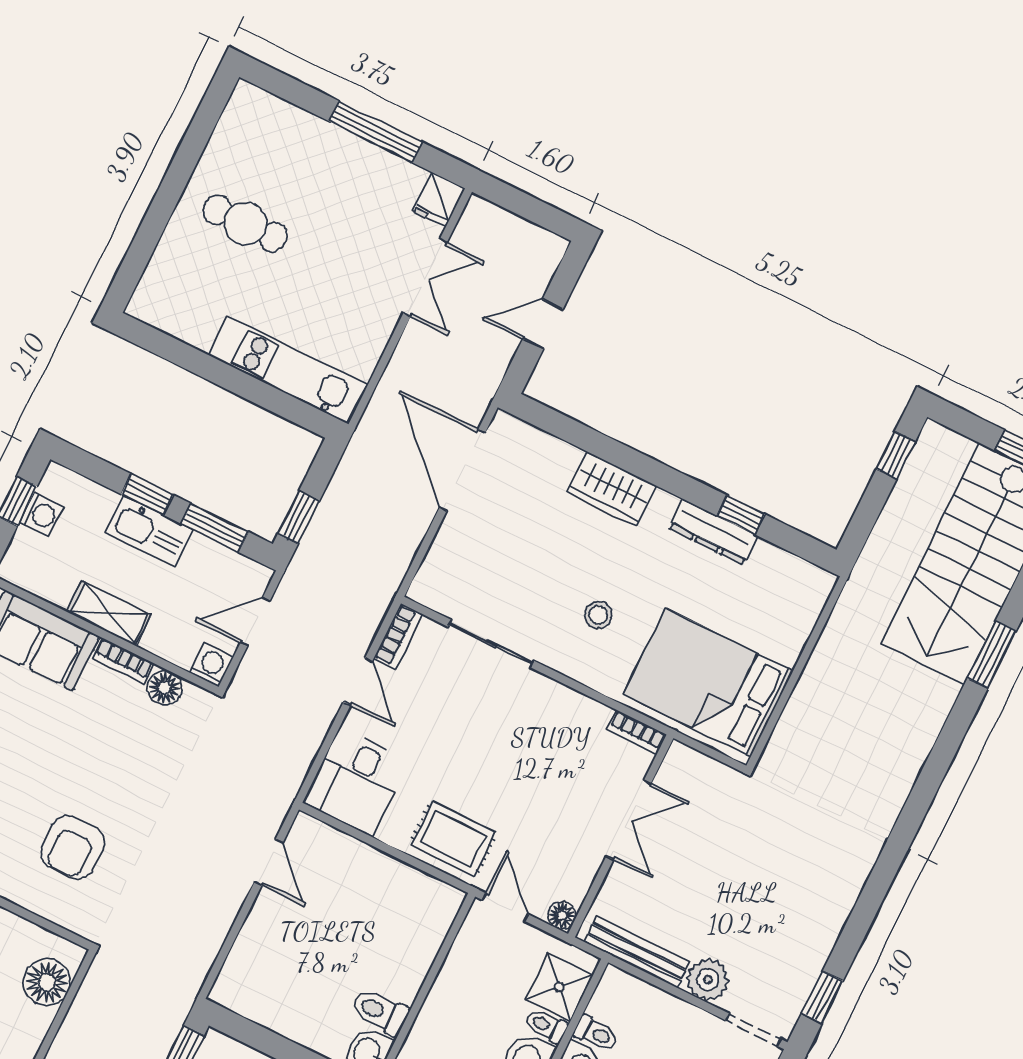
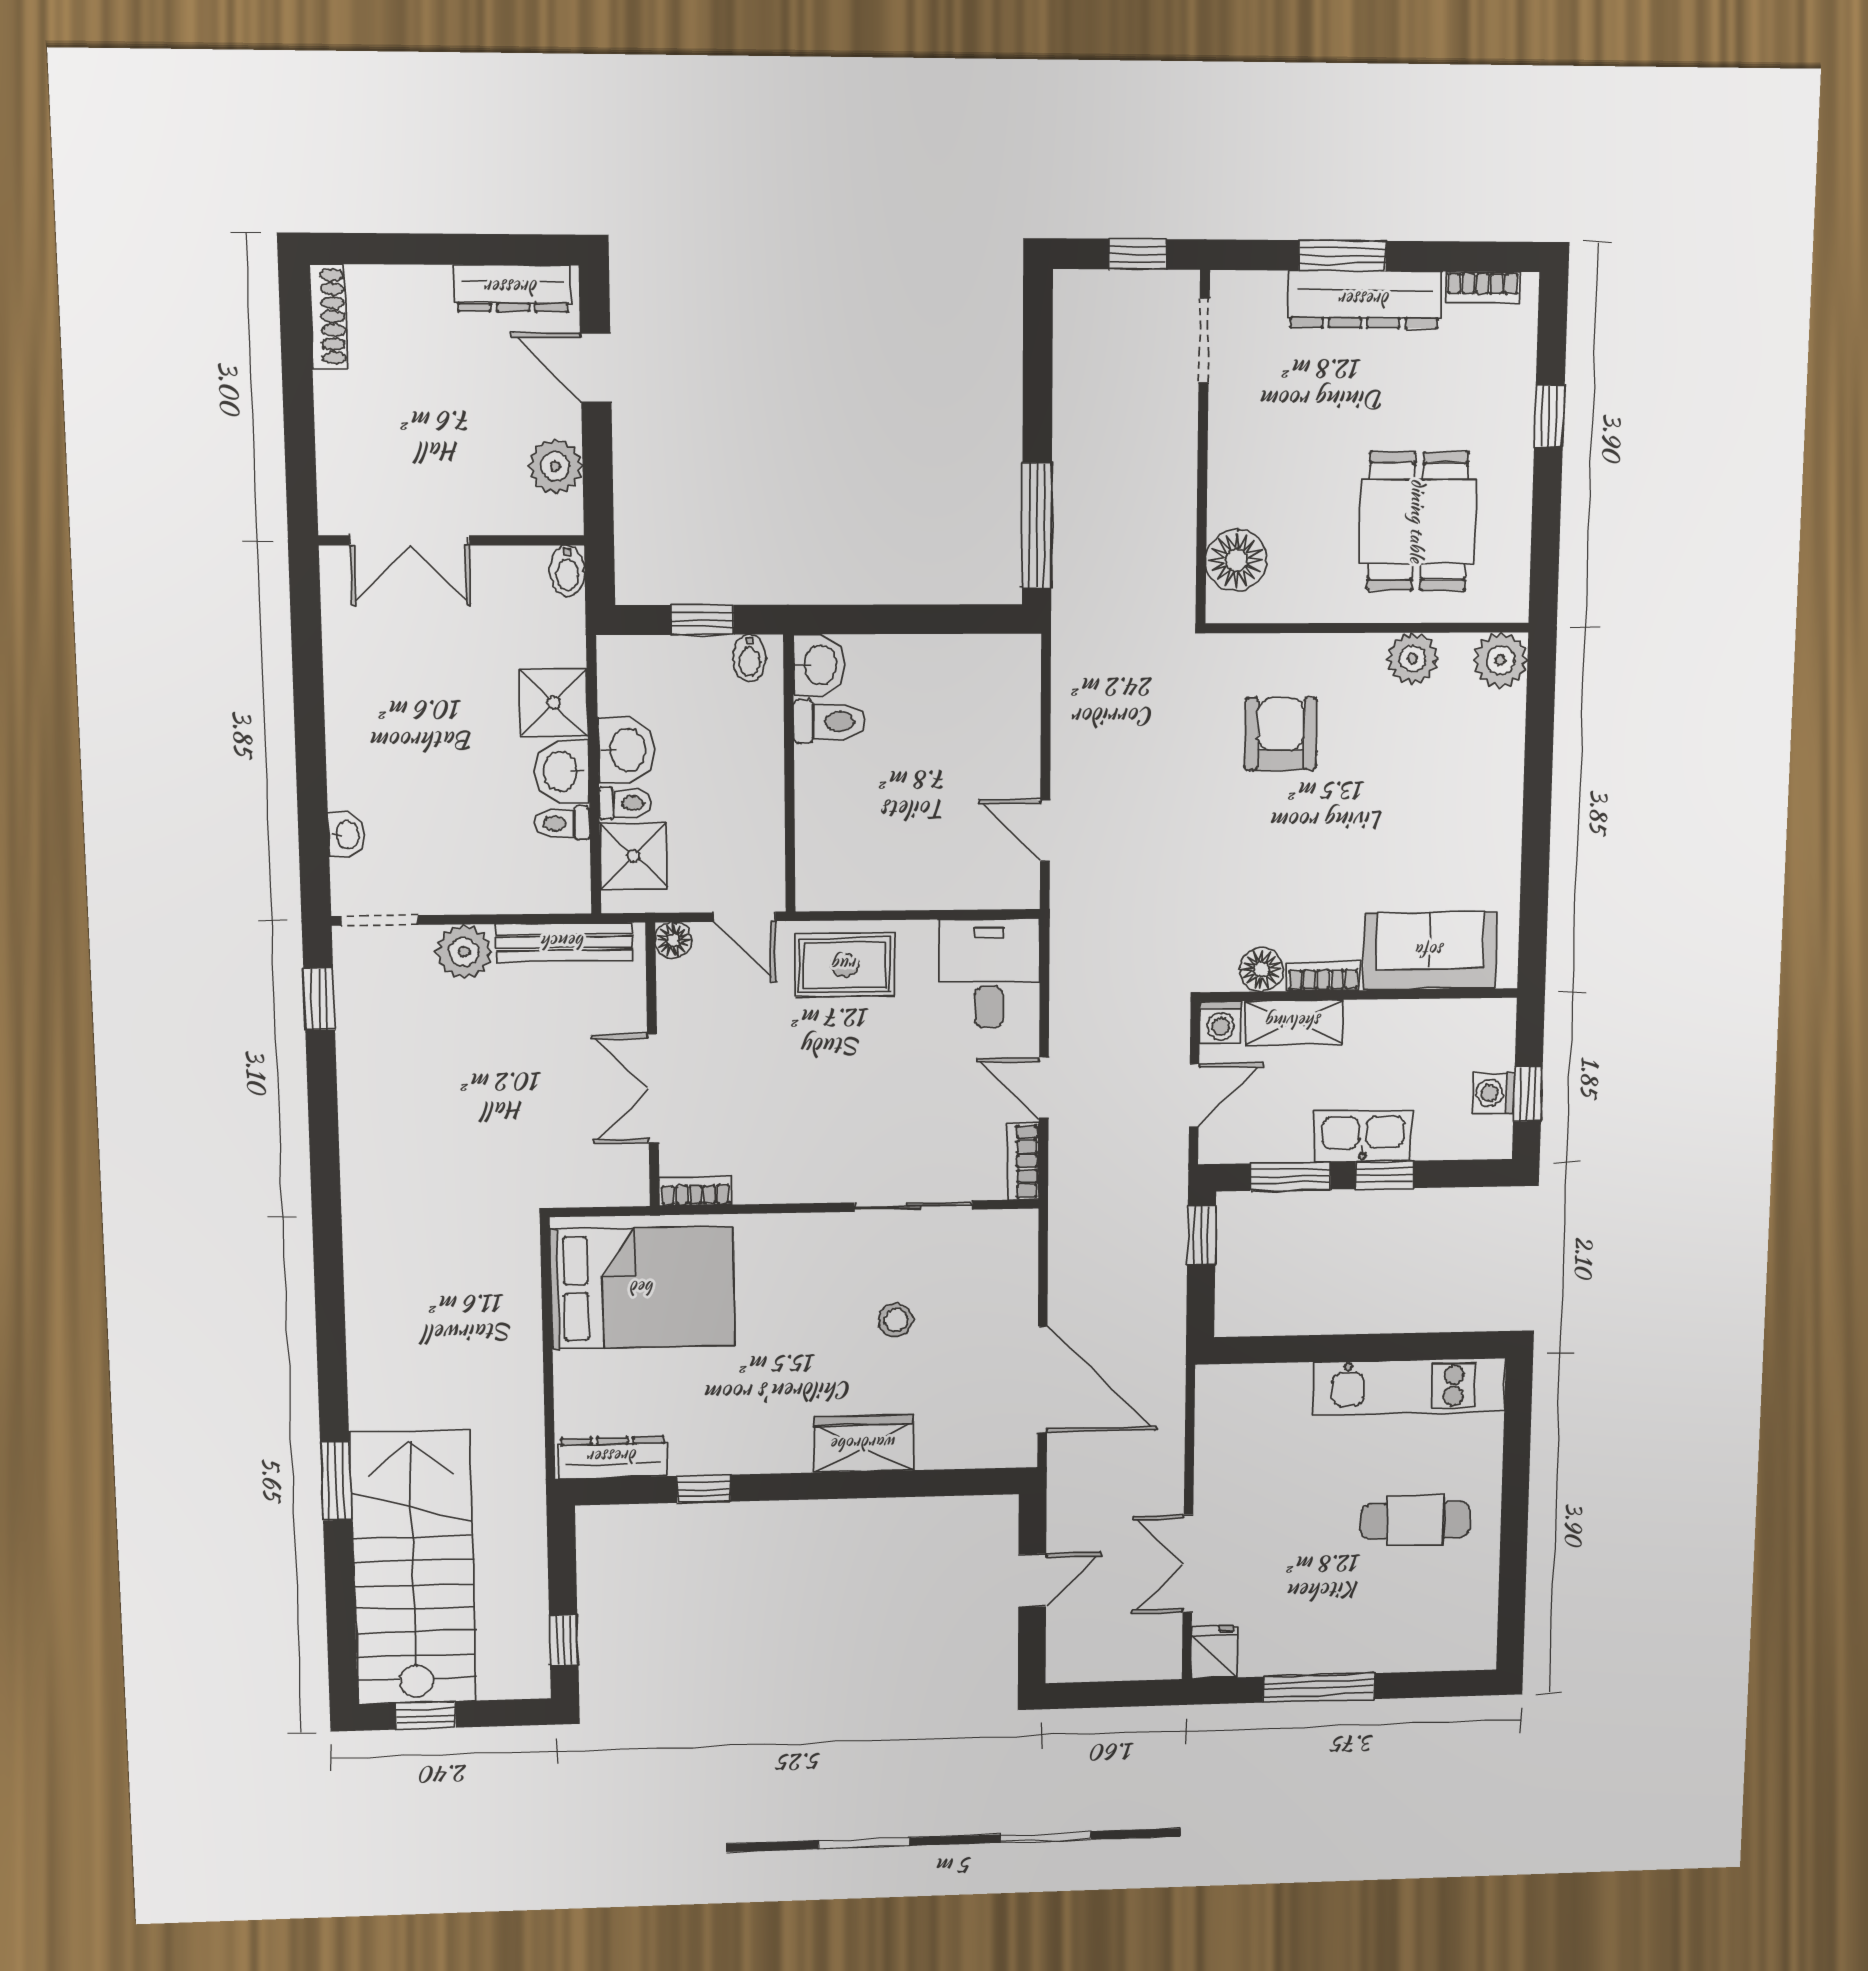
kitchen unit: (288, 370) -> (1409, 1386), moved
dresser: (713, 532) -> (613, 1457), moved
shelving: (109, 613) -> (1294, 1022), moved
stool: (598, 615) -> (896, 1320), moved

